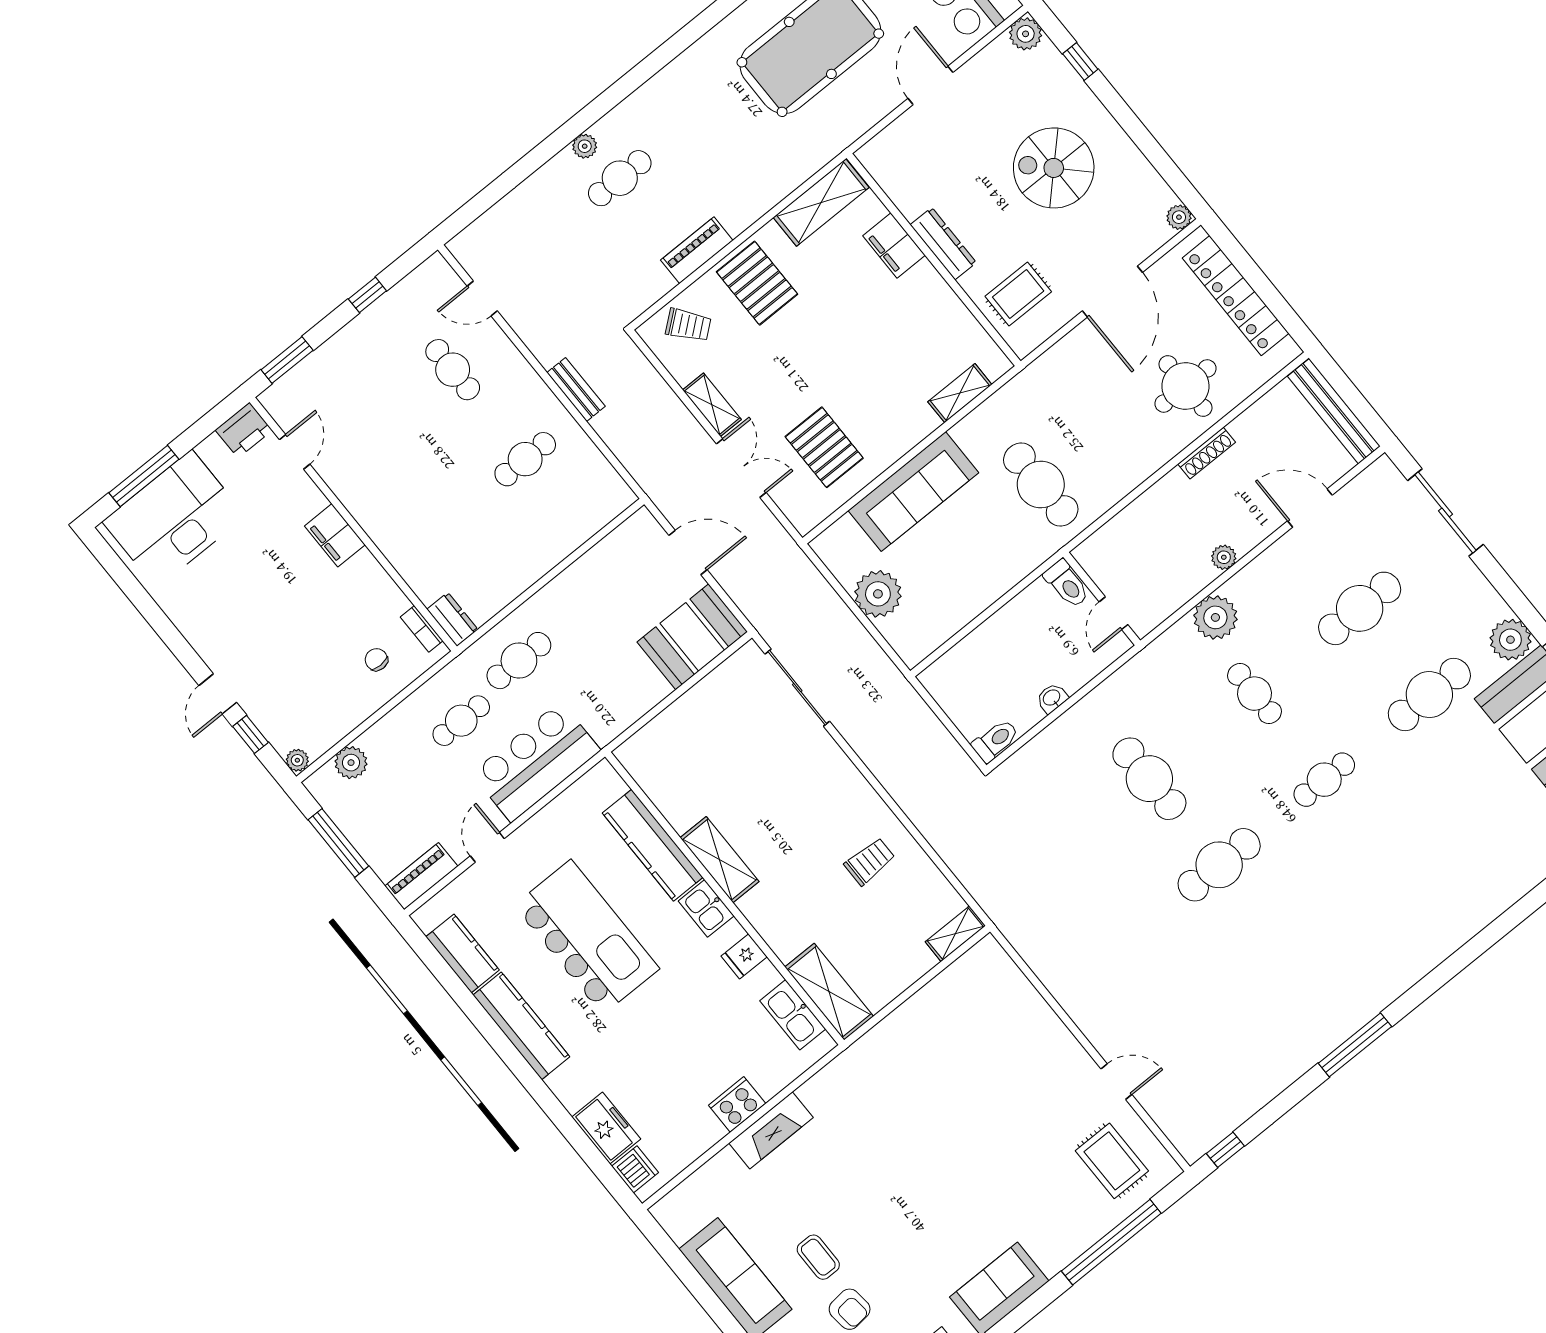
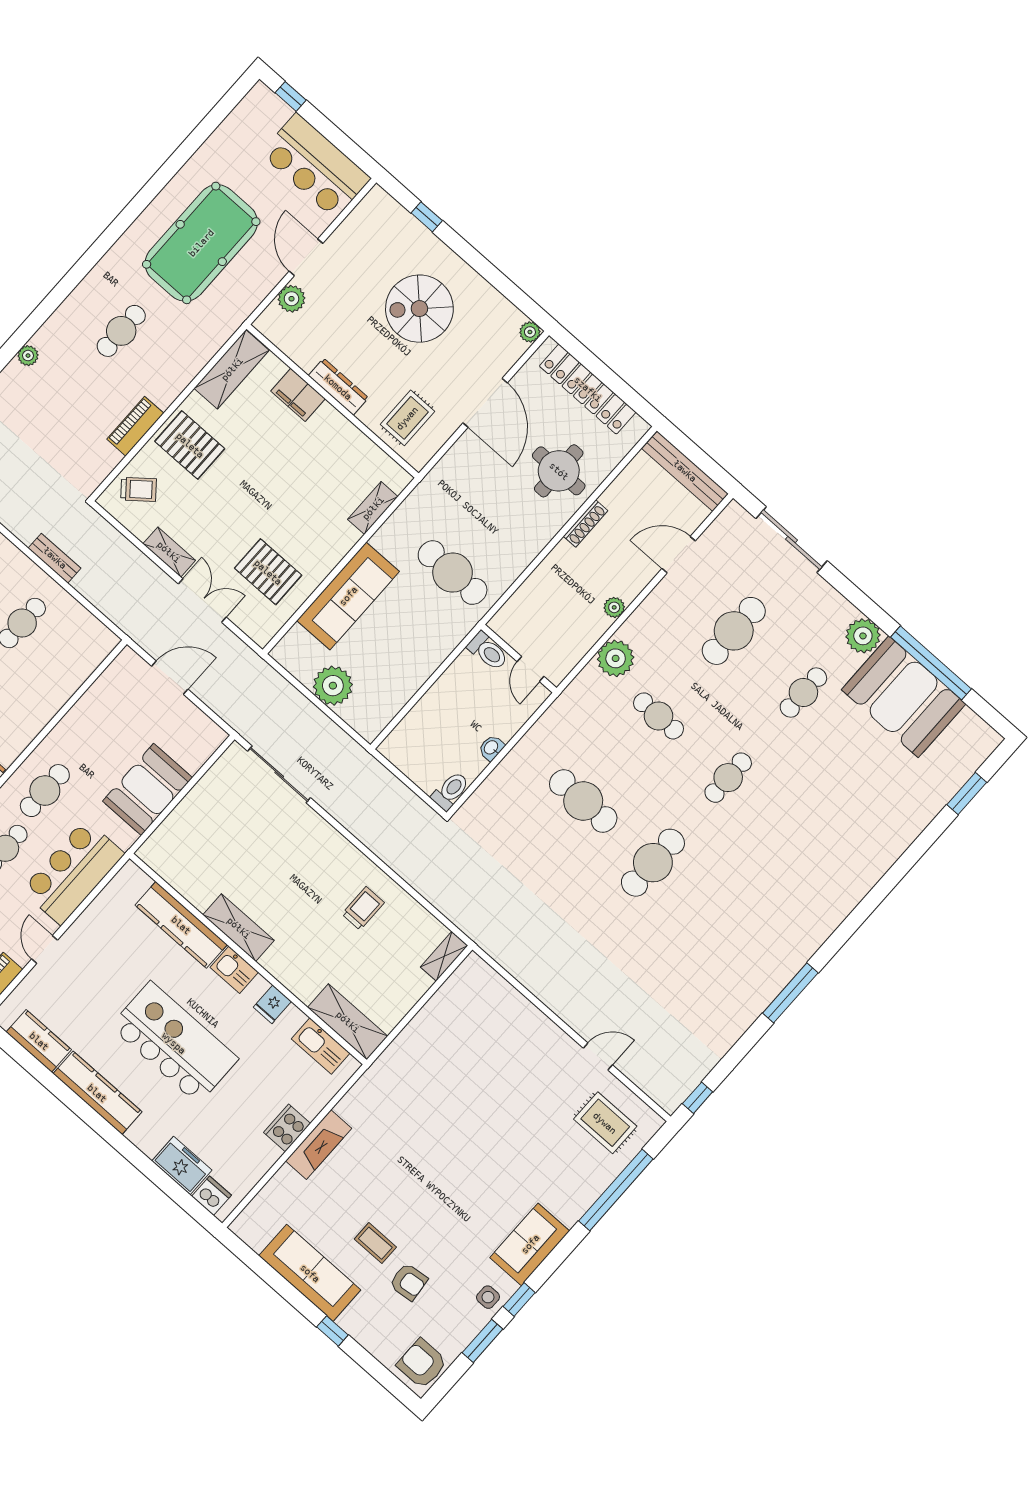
plant: (1026, 34) -> (292, 299), moved
cafe table: (620, 178) -> (121, 331), moved
booth: (692, 637) -> (147, 789), moved
cafe table: (1429, 695) -> (803, 693), width x0.73, depth x0.74
kitchen island: (587, 937) -> (174, 1043), moved

